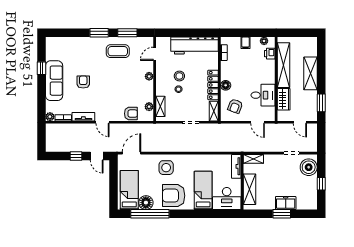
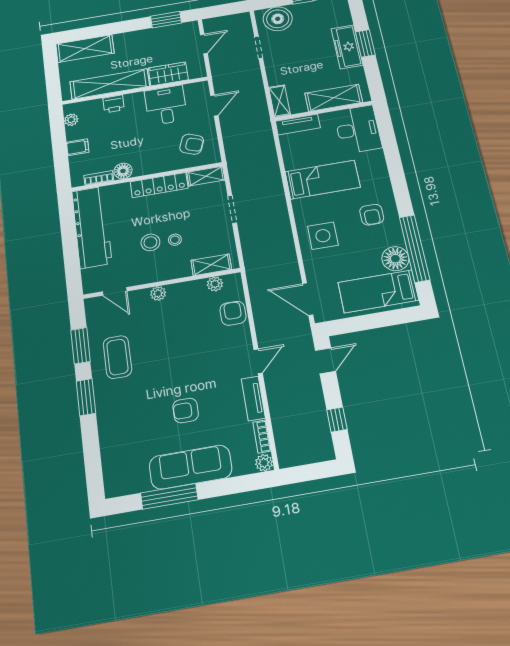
printer: (270, 54) -> (114, 104), moved
window: (41, 68) -> (169, 496), width x2.17
shelving: (310, 73) -> (85, 49), moved
floor lamp: (226, 85) -> (123, 171), moved
window: (76, 156) -> (337, 420), moved
bed: (203, 190) -> (323, 180), moved, turned 180
armchair: (174, 196) -> (372, 215), width x0.53, depth x0.53
freezer: (286, 203) -> (347, 47), width x1.40

